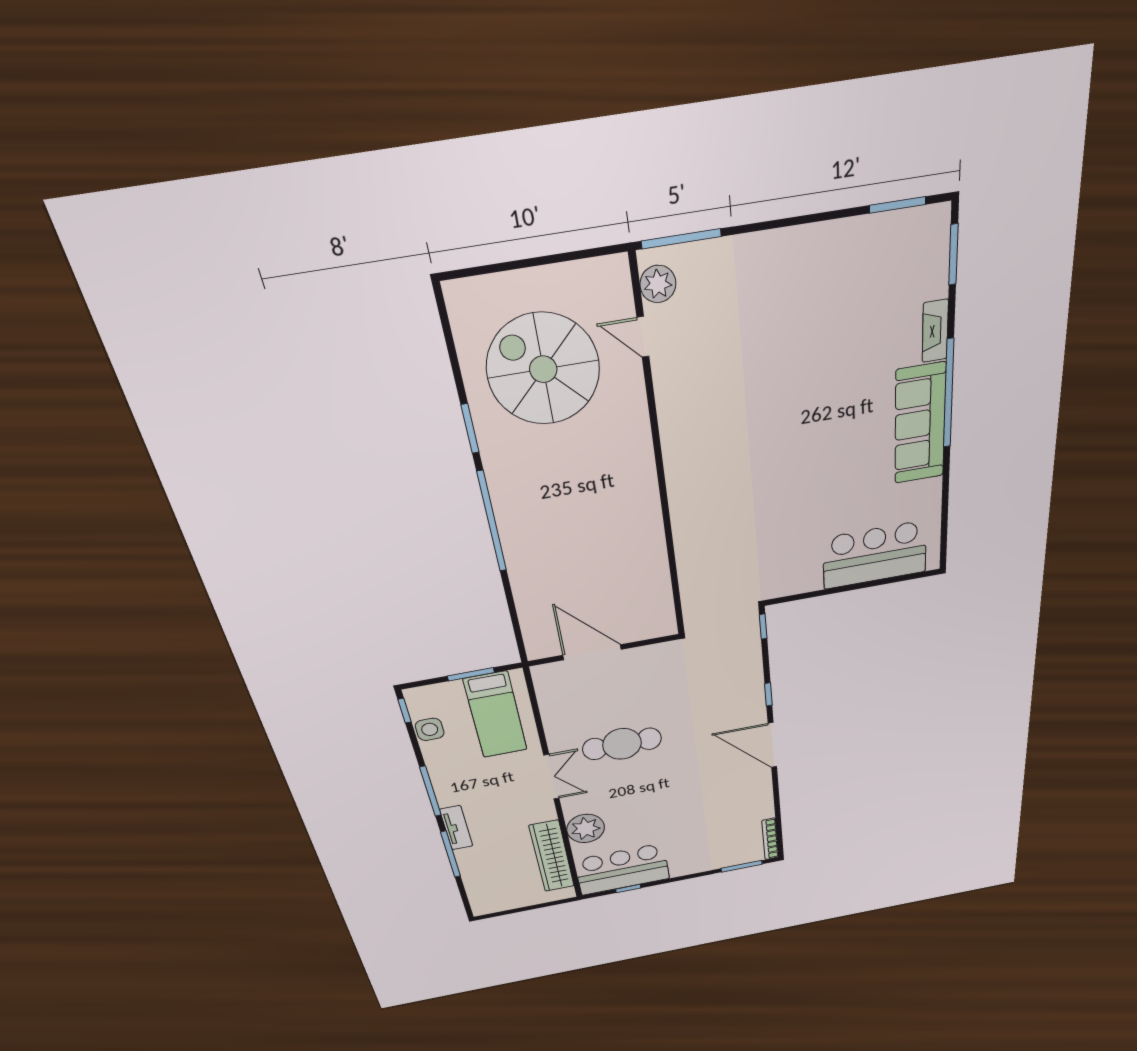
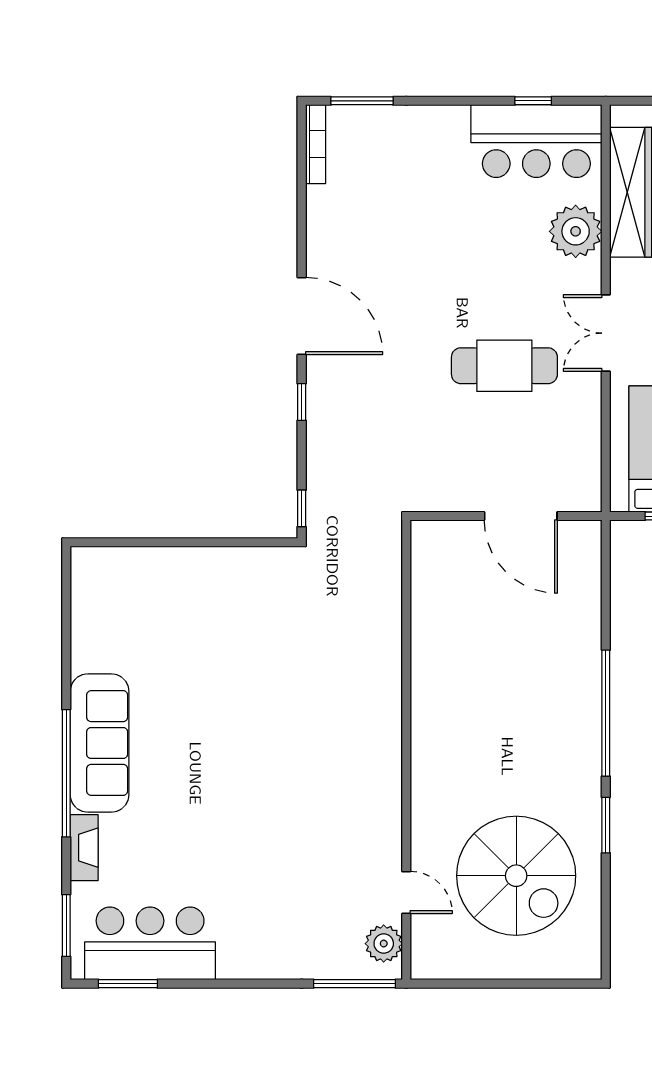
bar counter: (875, 555) -> (150, 943), moved, turned 180

